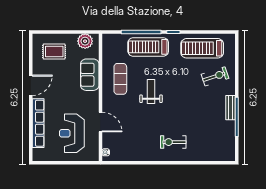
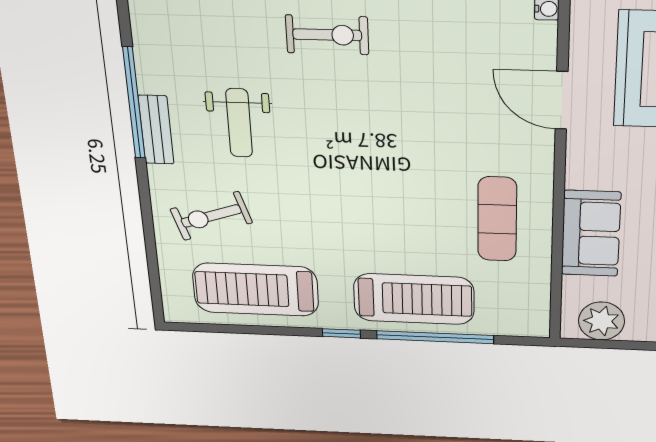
treadmill: (202, 48) -> (256, 290), turned 180
weight bench: (151, 91) -> (239, 123), moved

